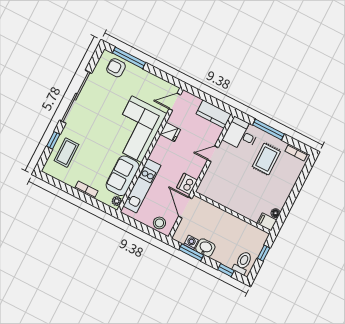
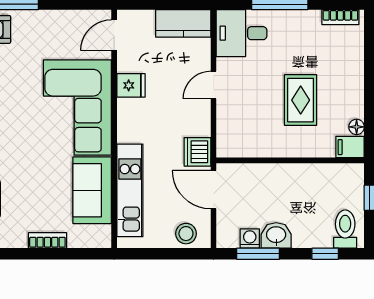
rug: (266, 159) -> (301, 100), moved
plant: (117, 201) -> (103, 234), removed

